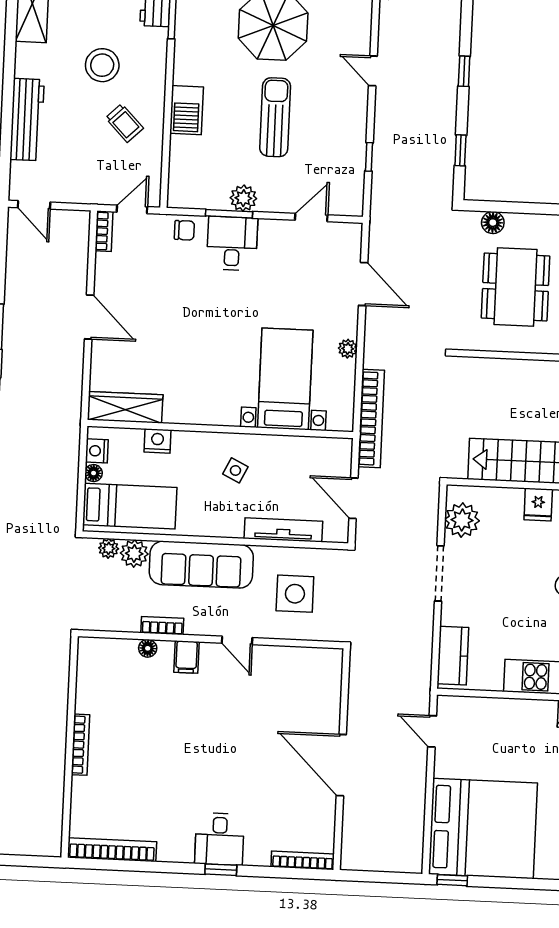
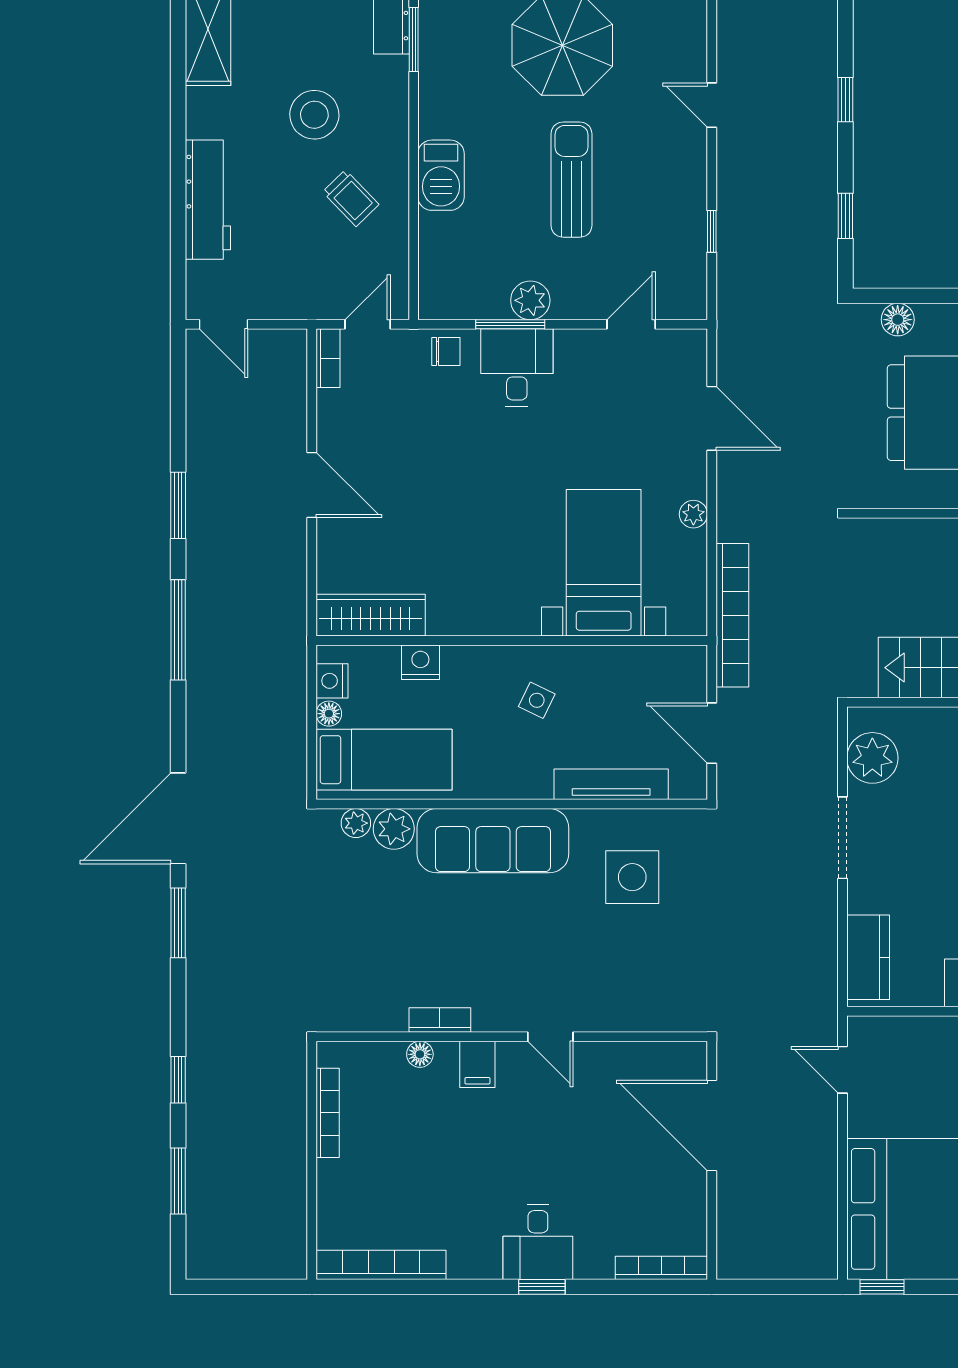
bookcase: (162, 626) -> (440, 1020), moved
wall: (211, 639) -> (512, 1037), moved
door: (237, 640) -> (550, 1037), moved
floor lamp: (148, 648) -> (420, 1054), moved
filing cabinet: (187, 657) -> (477, 1064), moved

